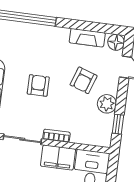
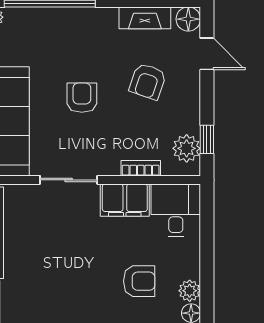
plant: (107, 104) -> (187, 148), moved
bookcase: (56, 136) -> (141, 168), moved

